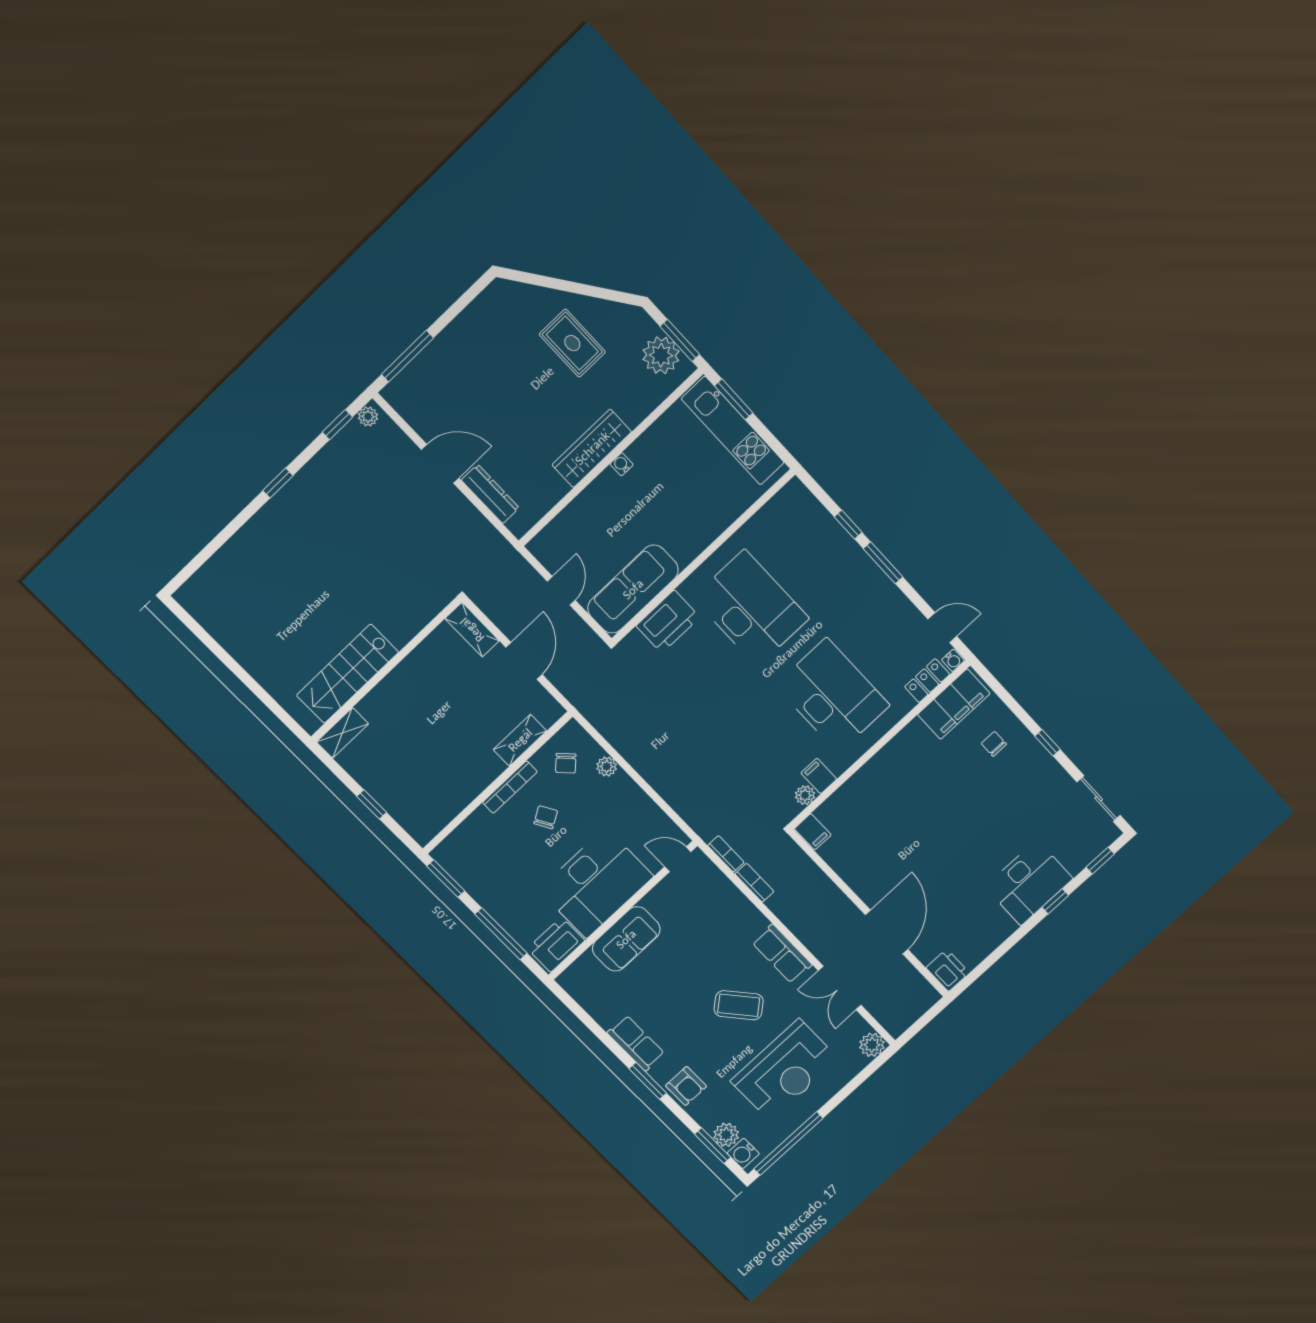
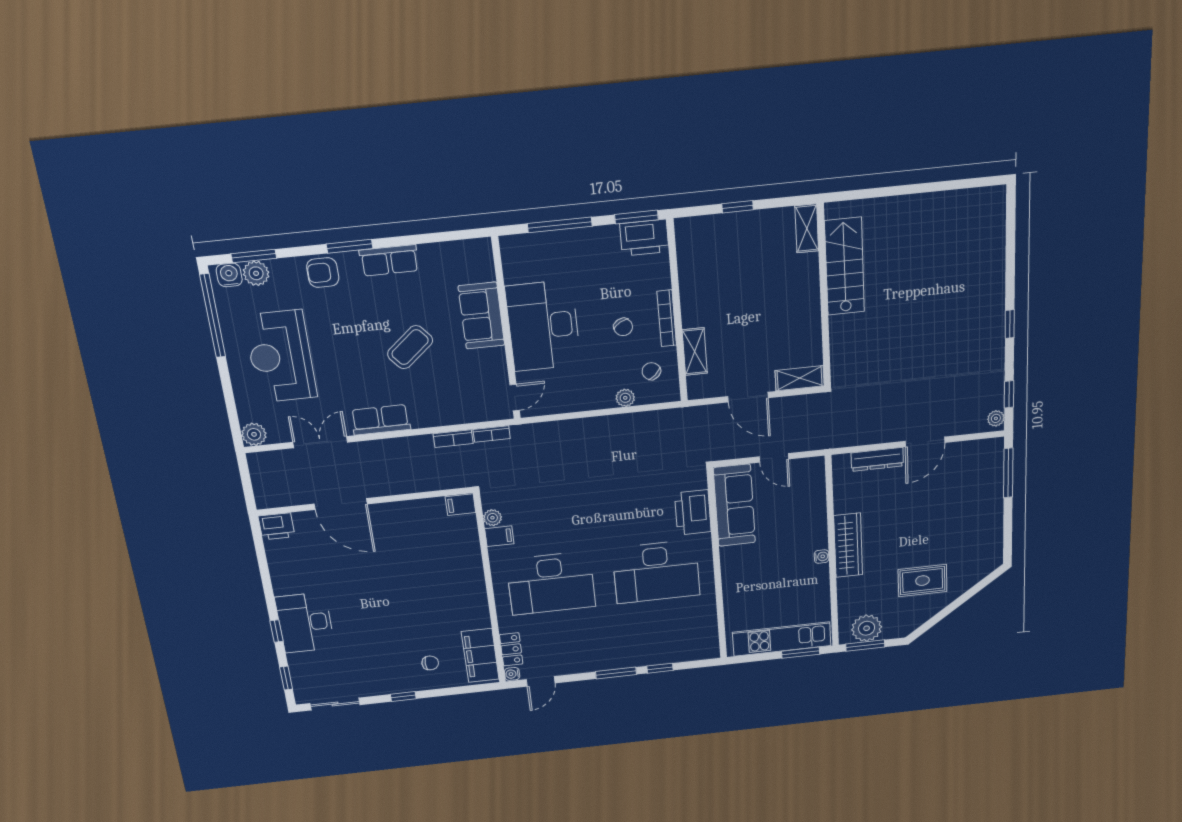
printer: (556, 945) -> (644, 238), moved, turned 90
coffee table: (739, 1005) -> (410, 347), moved

